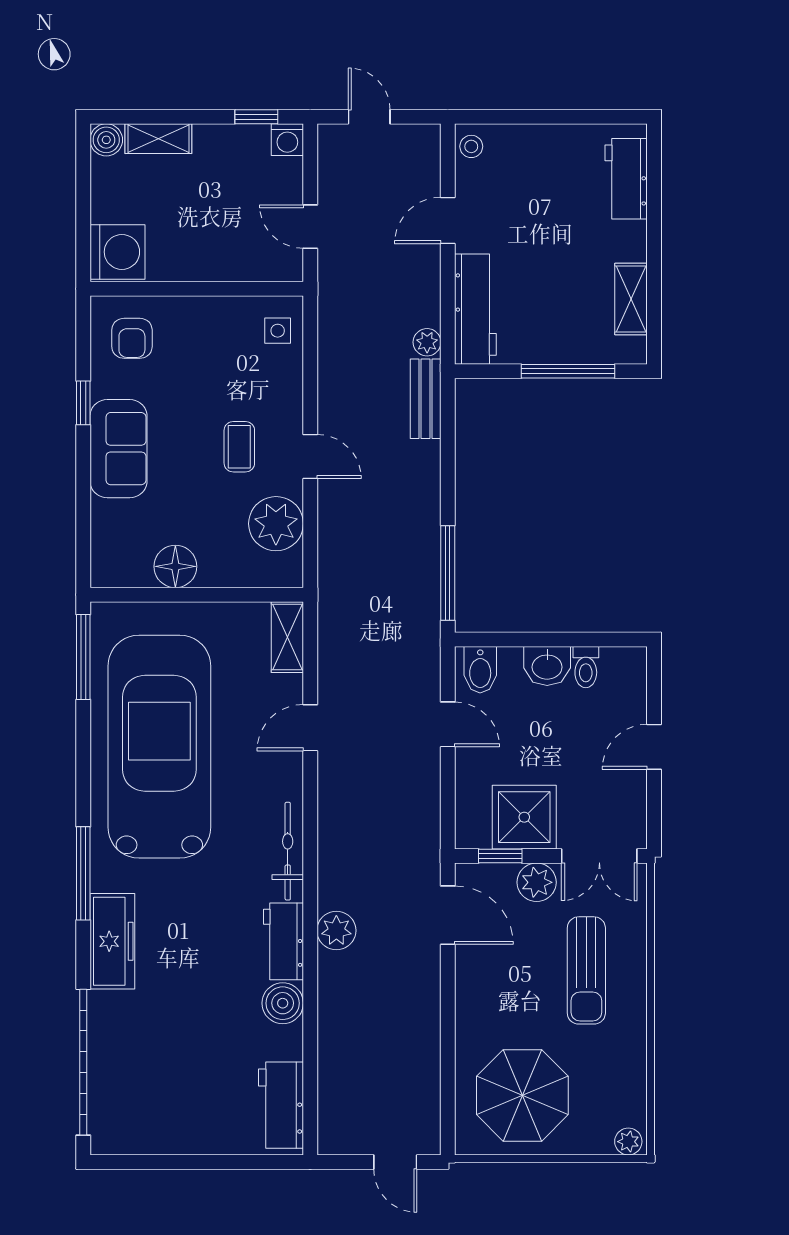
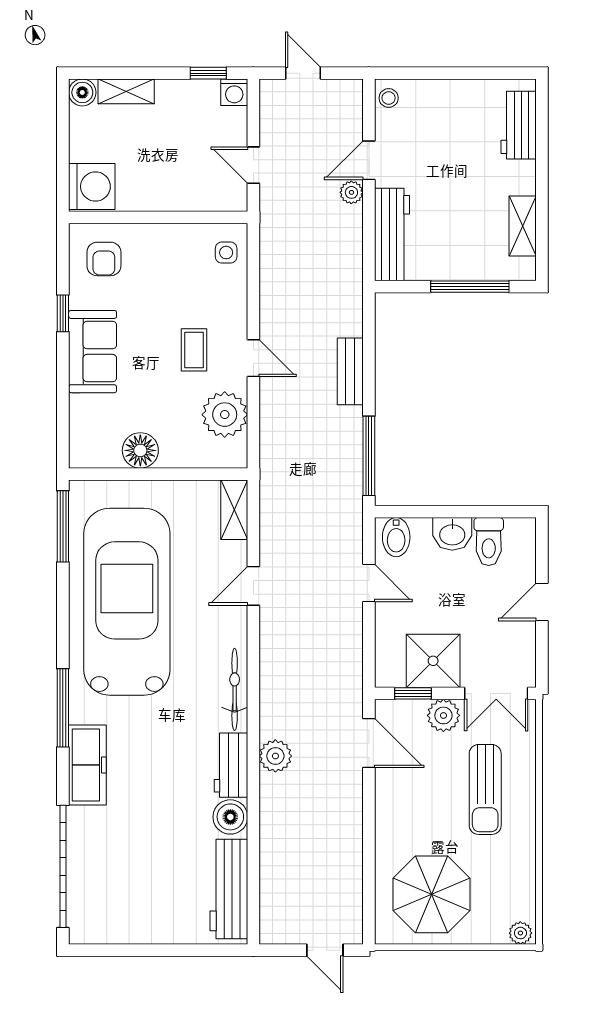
plant: (427, 342) -> (351, 192), moved
bench: (426, 399) -> (350, 371), moved
toilet: (586, 667) -> (489, 542), width x1.37, depth x1.39
workbench: (281, 1105) -> (229, 889), width x1.38

